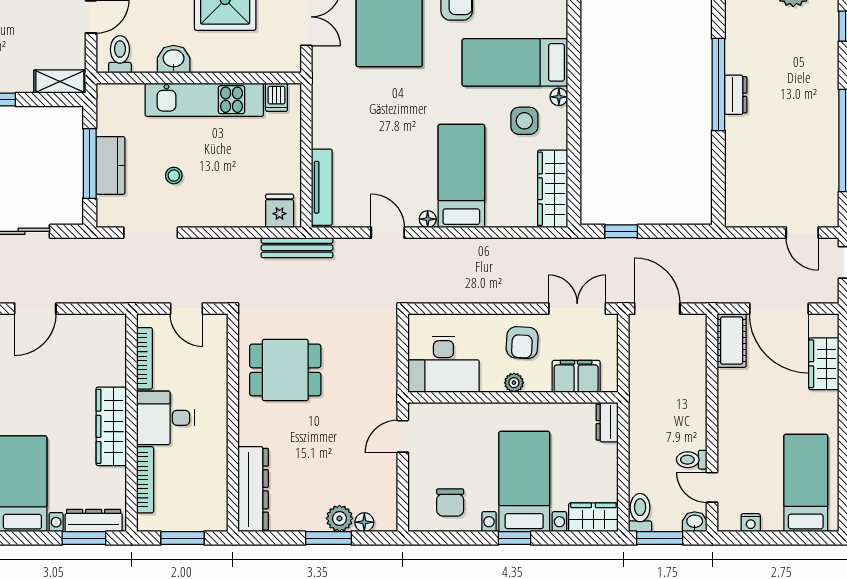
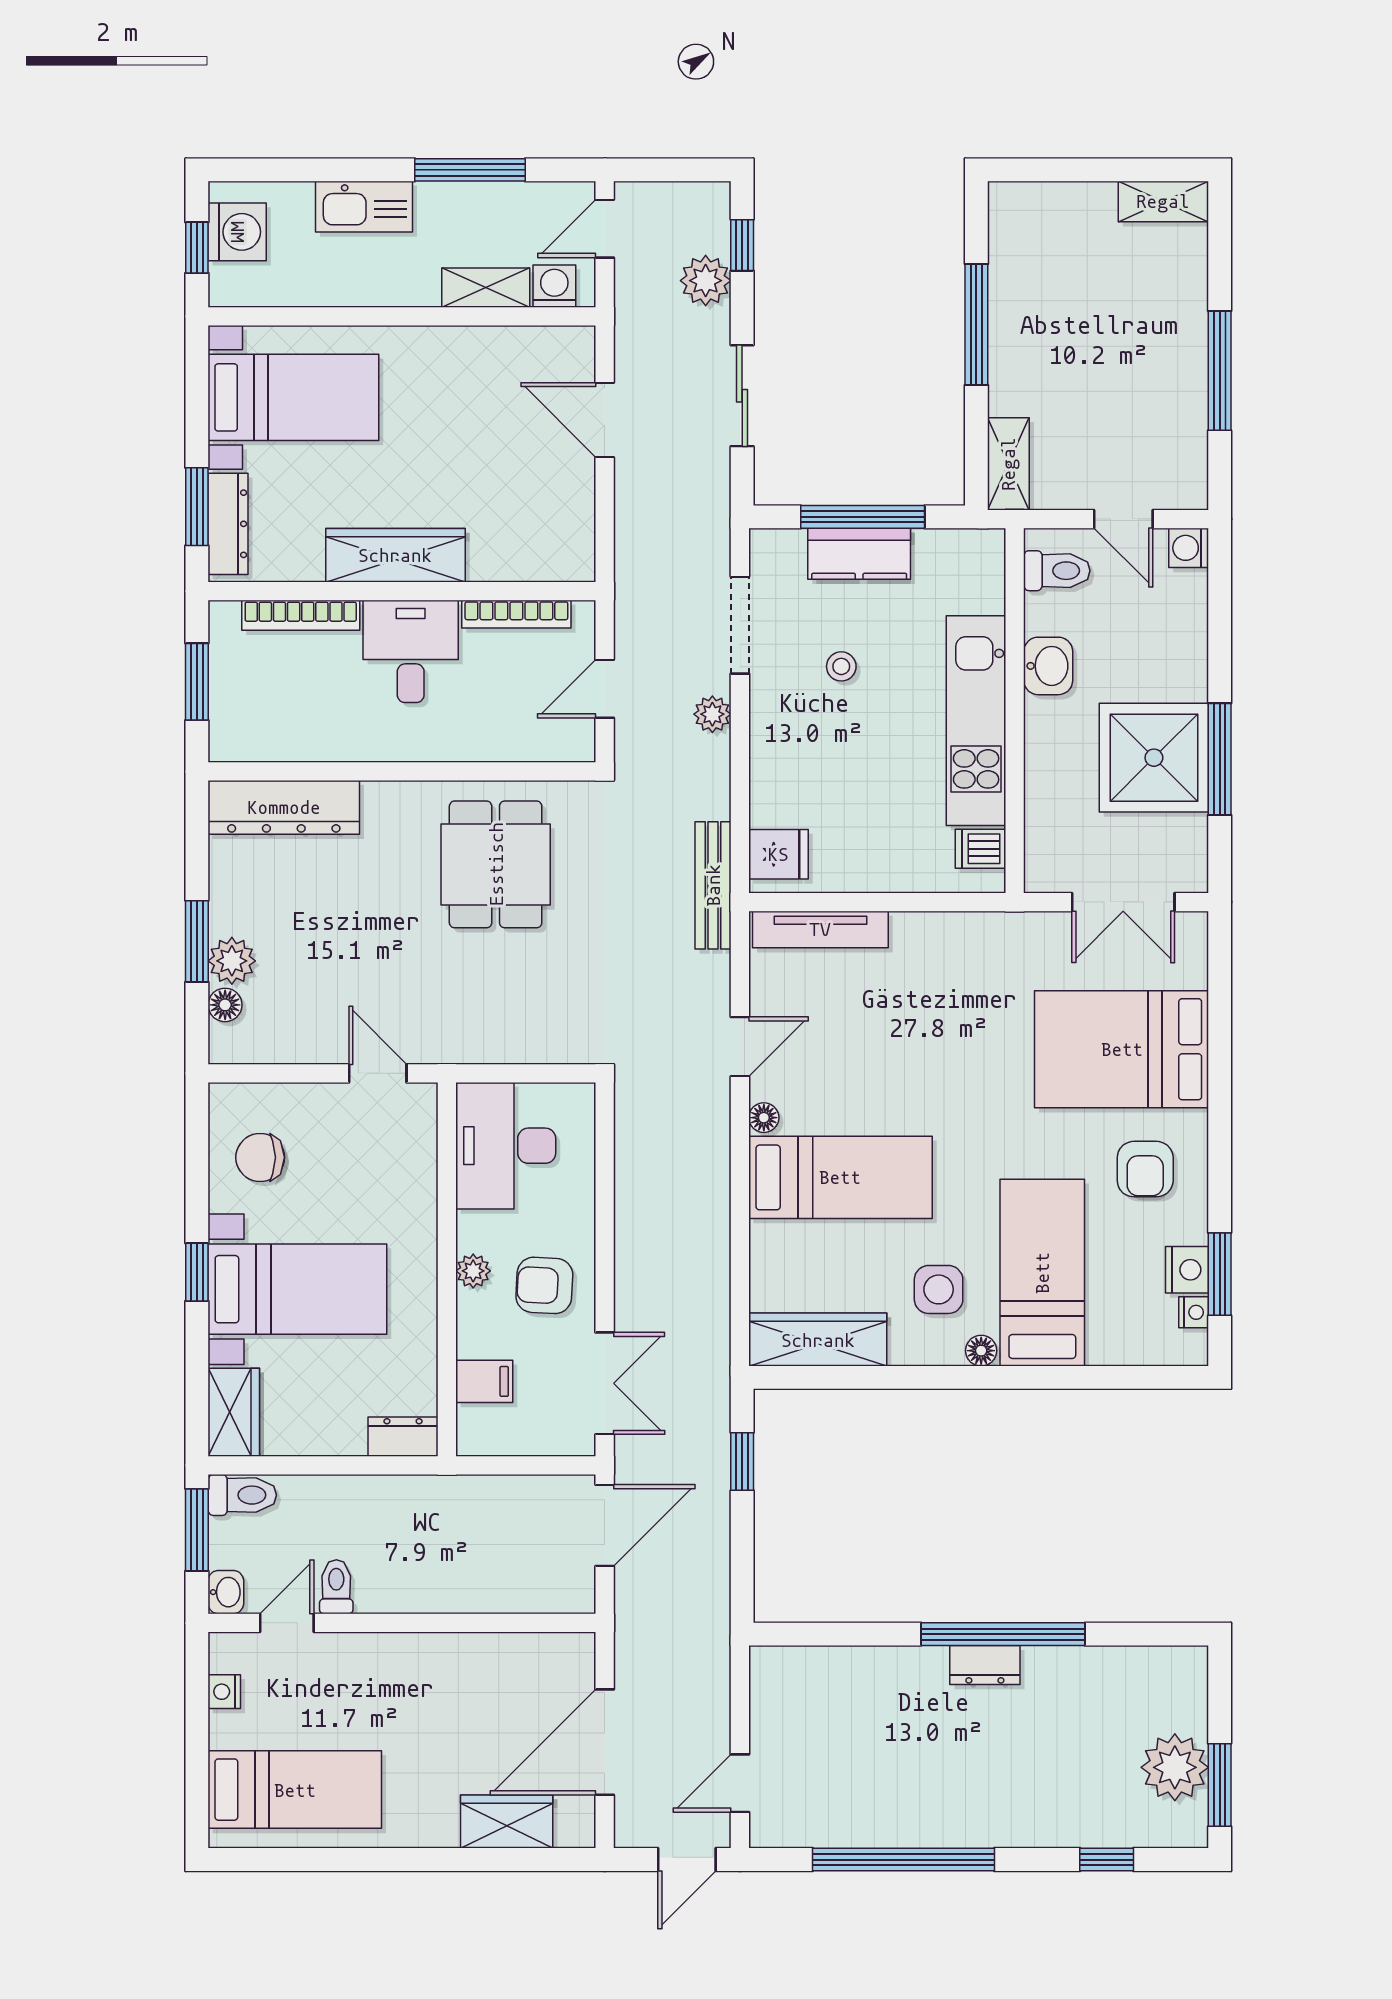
plant: (201, 248) -> (712, 714), added
cot: (732, 340) -> (548, 1658), removed
filing cabinet: (576, 376) -> (484, 1381), width x0.50

